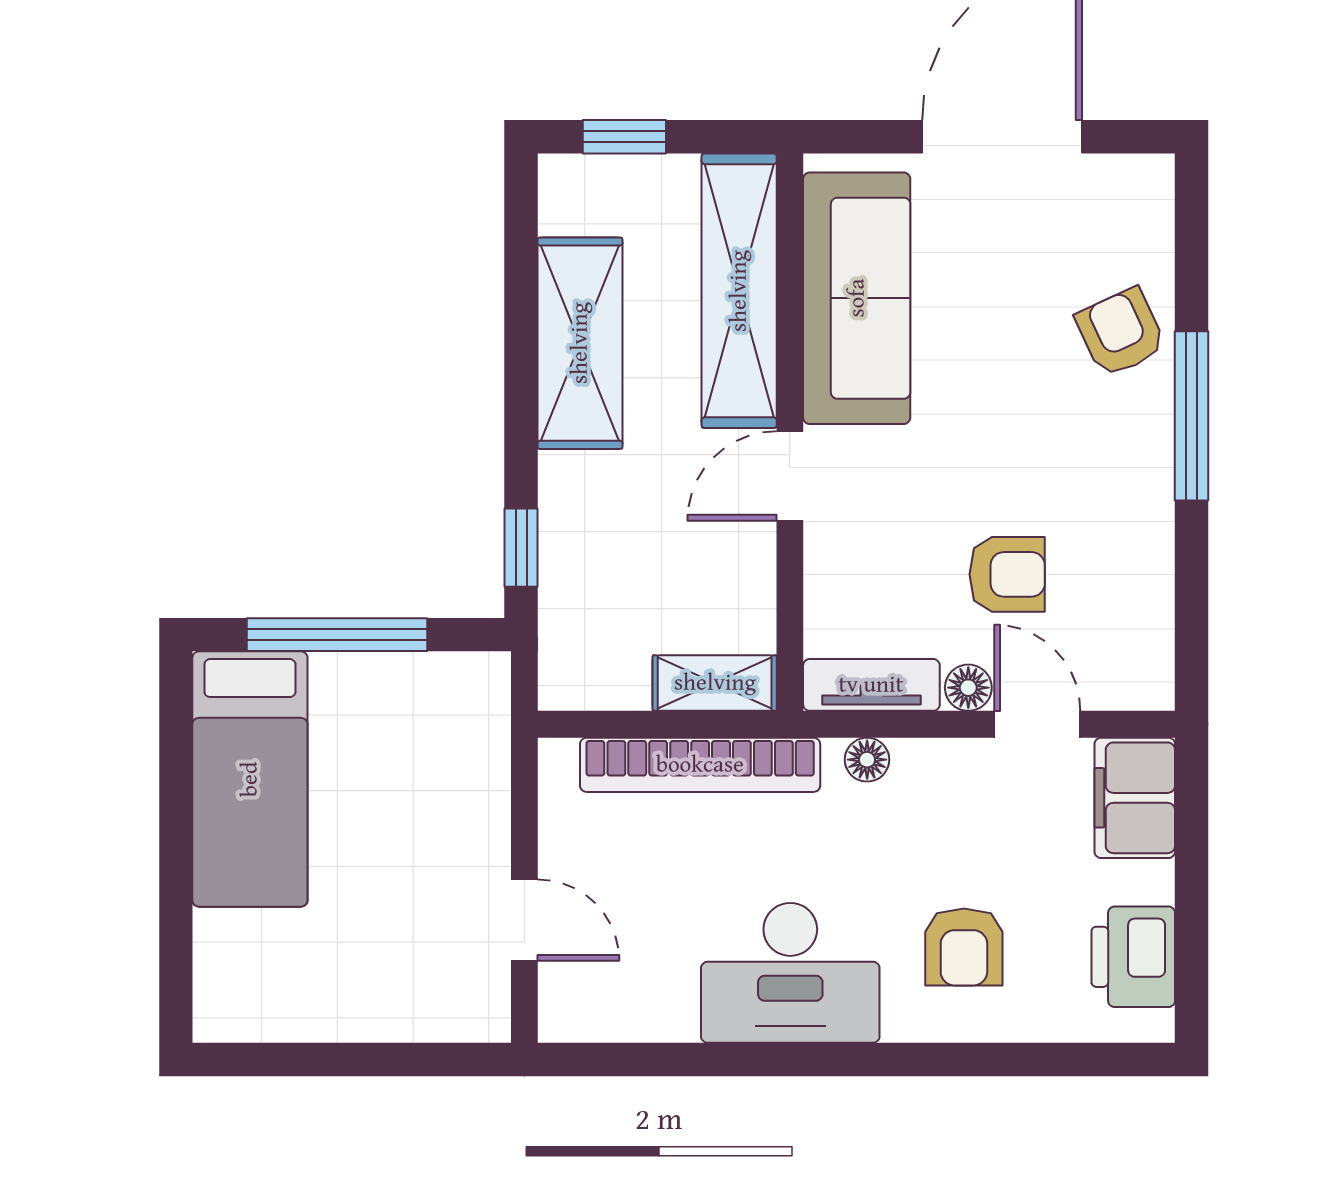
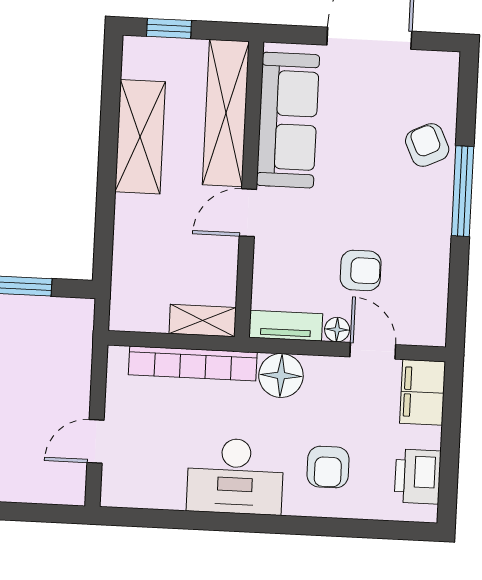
window: (521, 548) -> (103, 244), removed
floor lamp: (867, 760) -> (281, 375), width x1.89, depth x1.89
door: (524, 920) -> (96, 441), swing flipped

